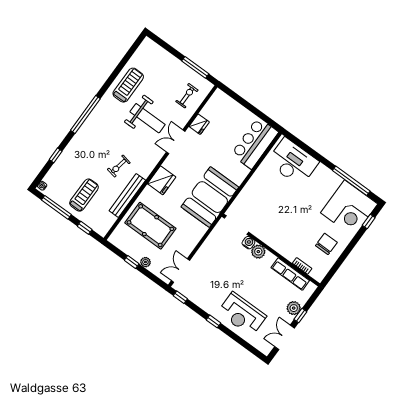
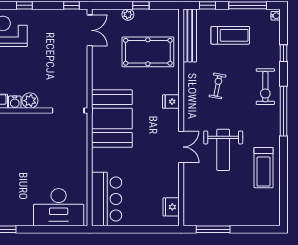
exercise bike: (187, 96) -> (265, 87), moved, width x1.38, depth x1.39
weight bench: (148, 118) -> (223, 150), turned -90
fridge: (199, 124) -> (171, 207), moved
fridge: (162, 180) -> (171, 102), width x0.53, depth x0.75
treadmill: (84, 195) -> (230, 35), turned -90
bench: (127, 195) -> (190, 35), moved
water cooler: (248, 243) -> (15, 102), moved

